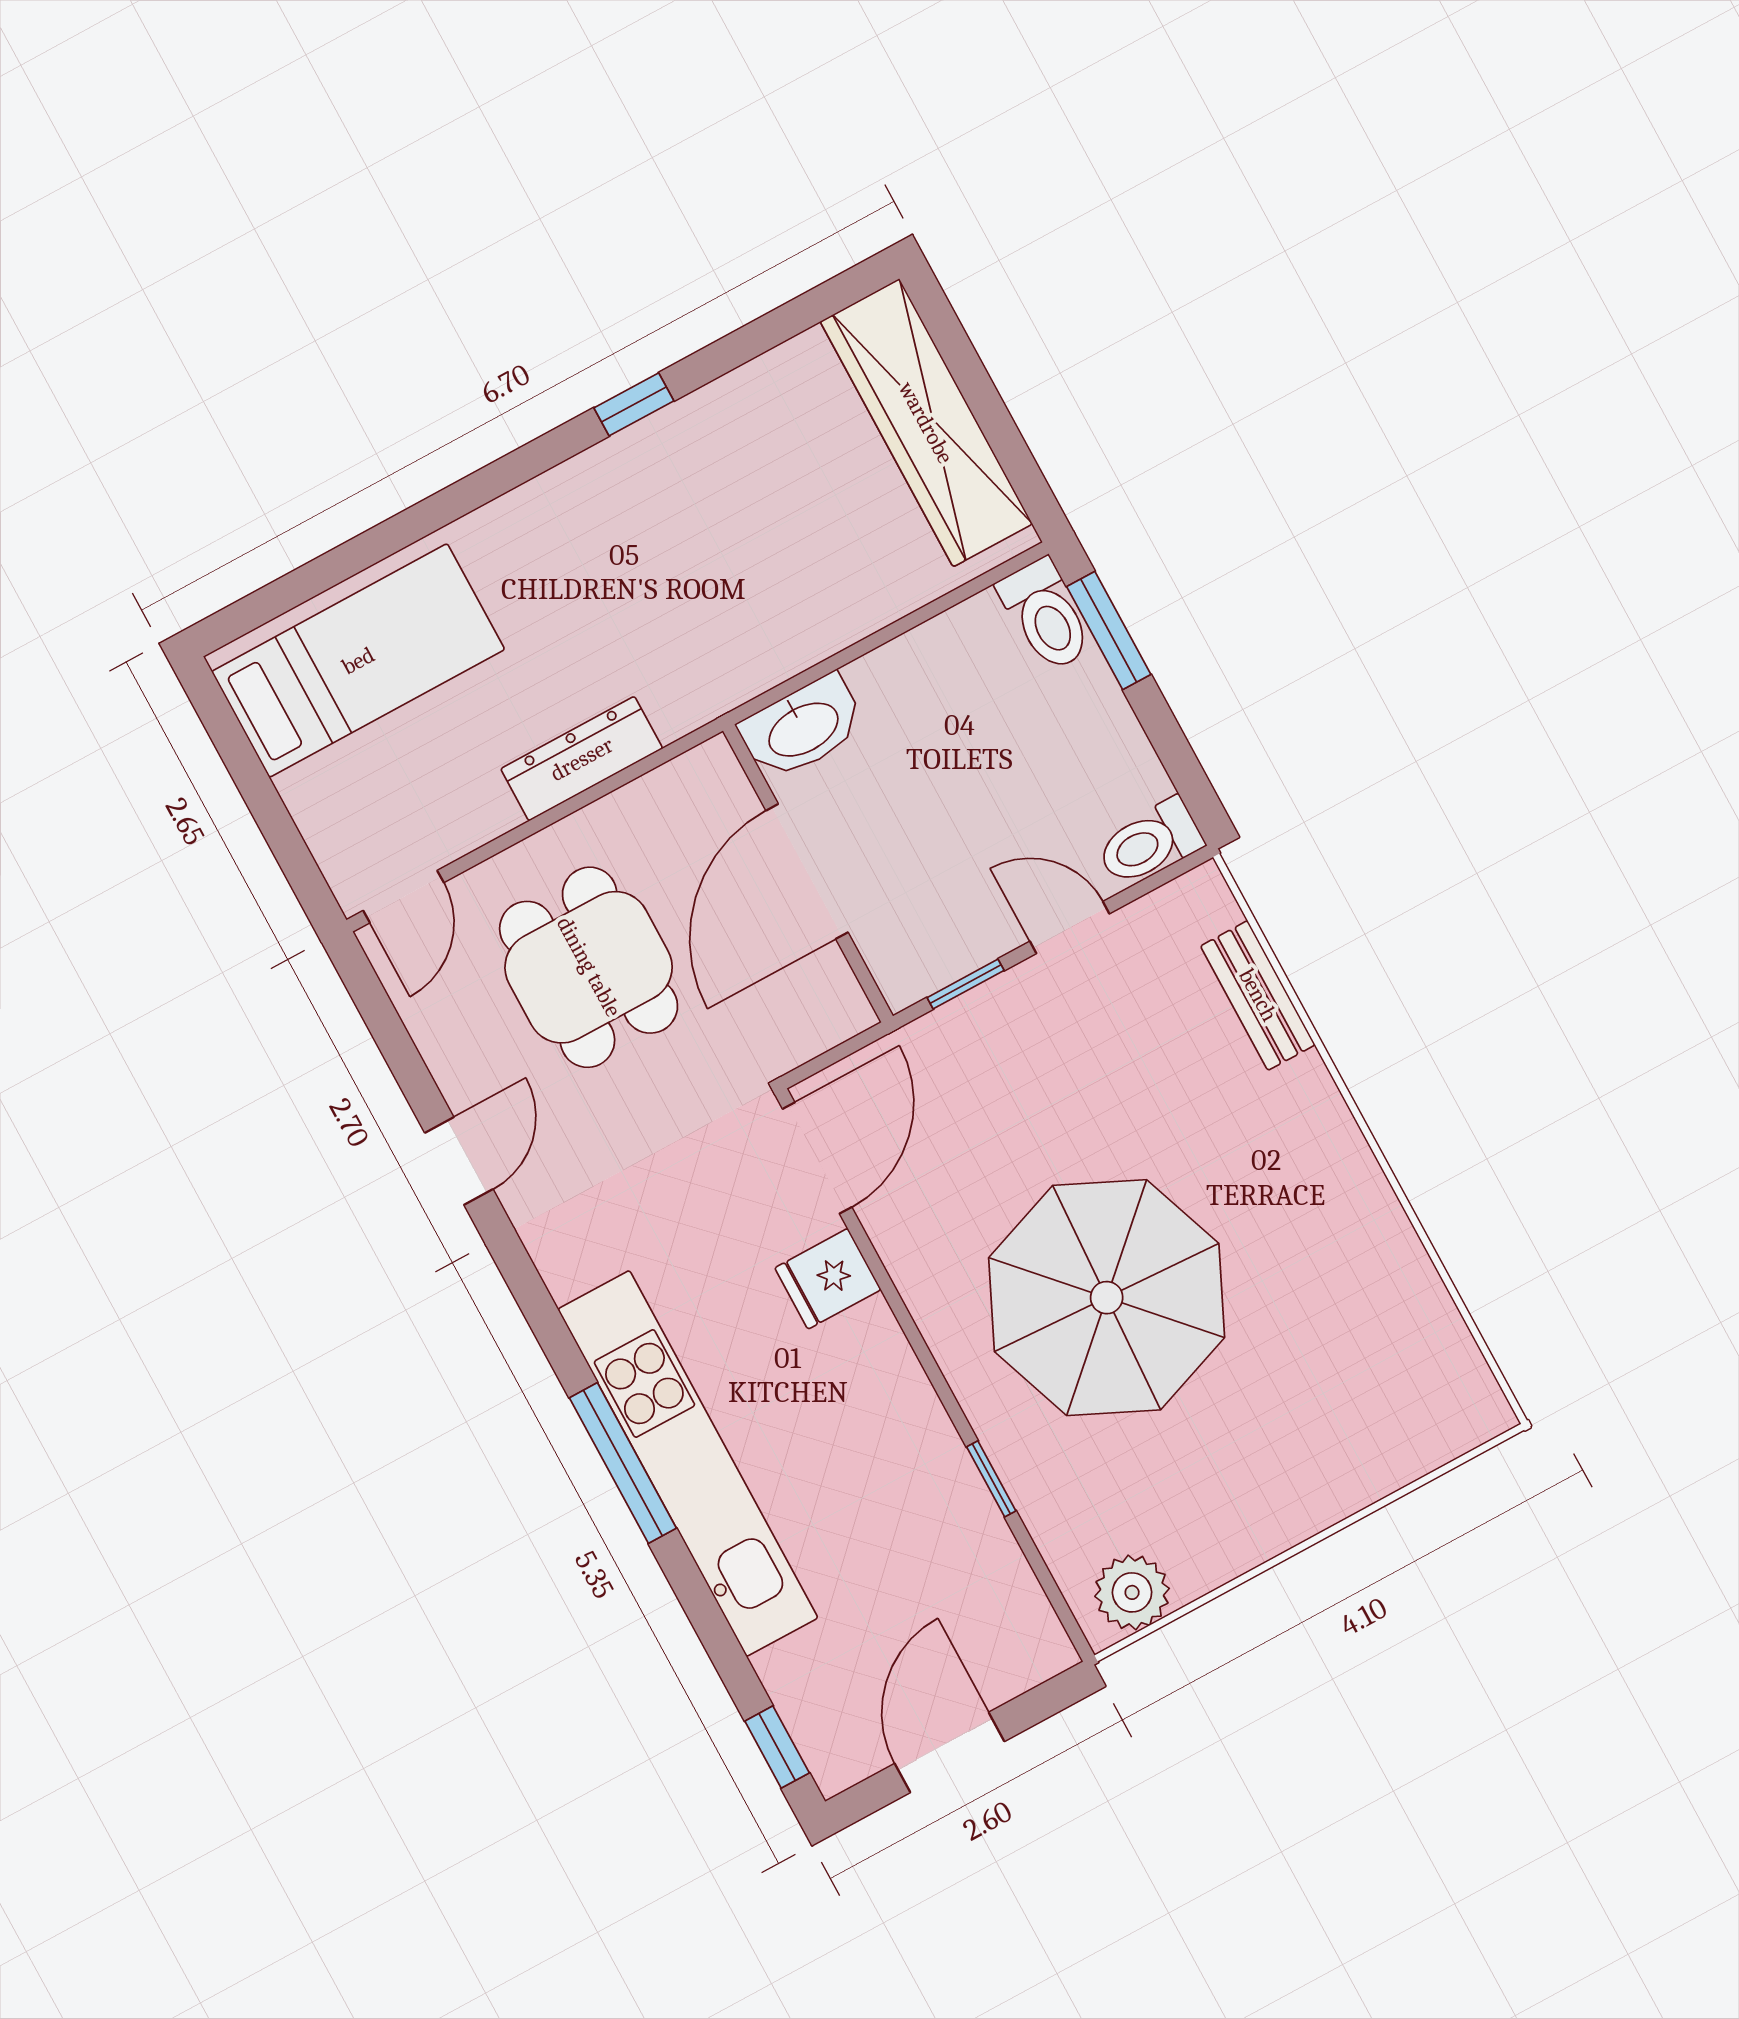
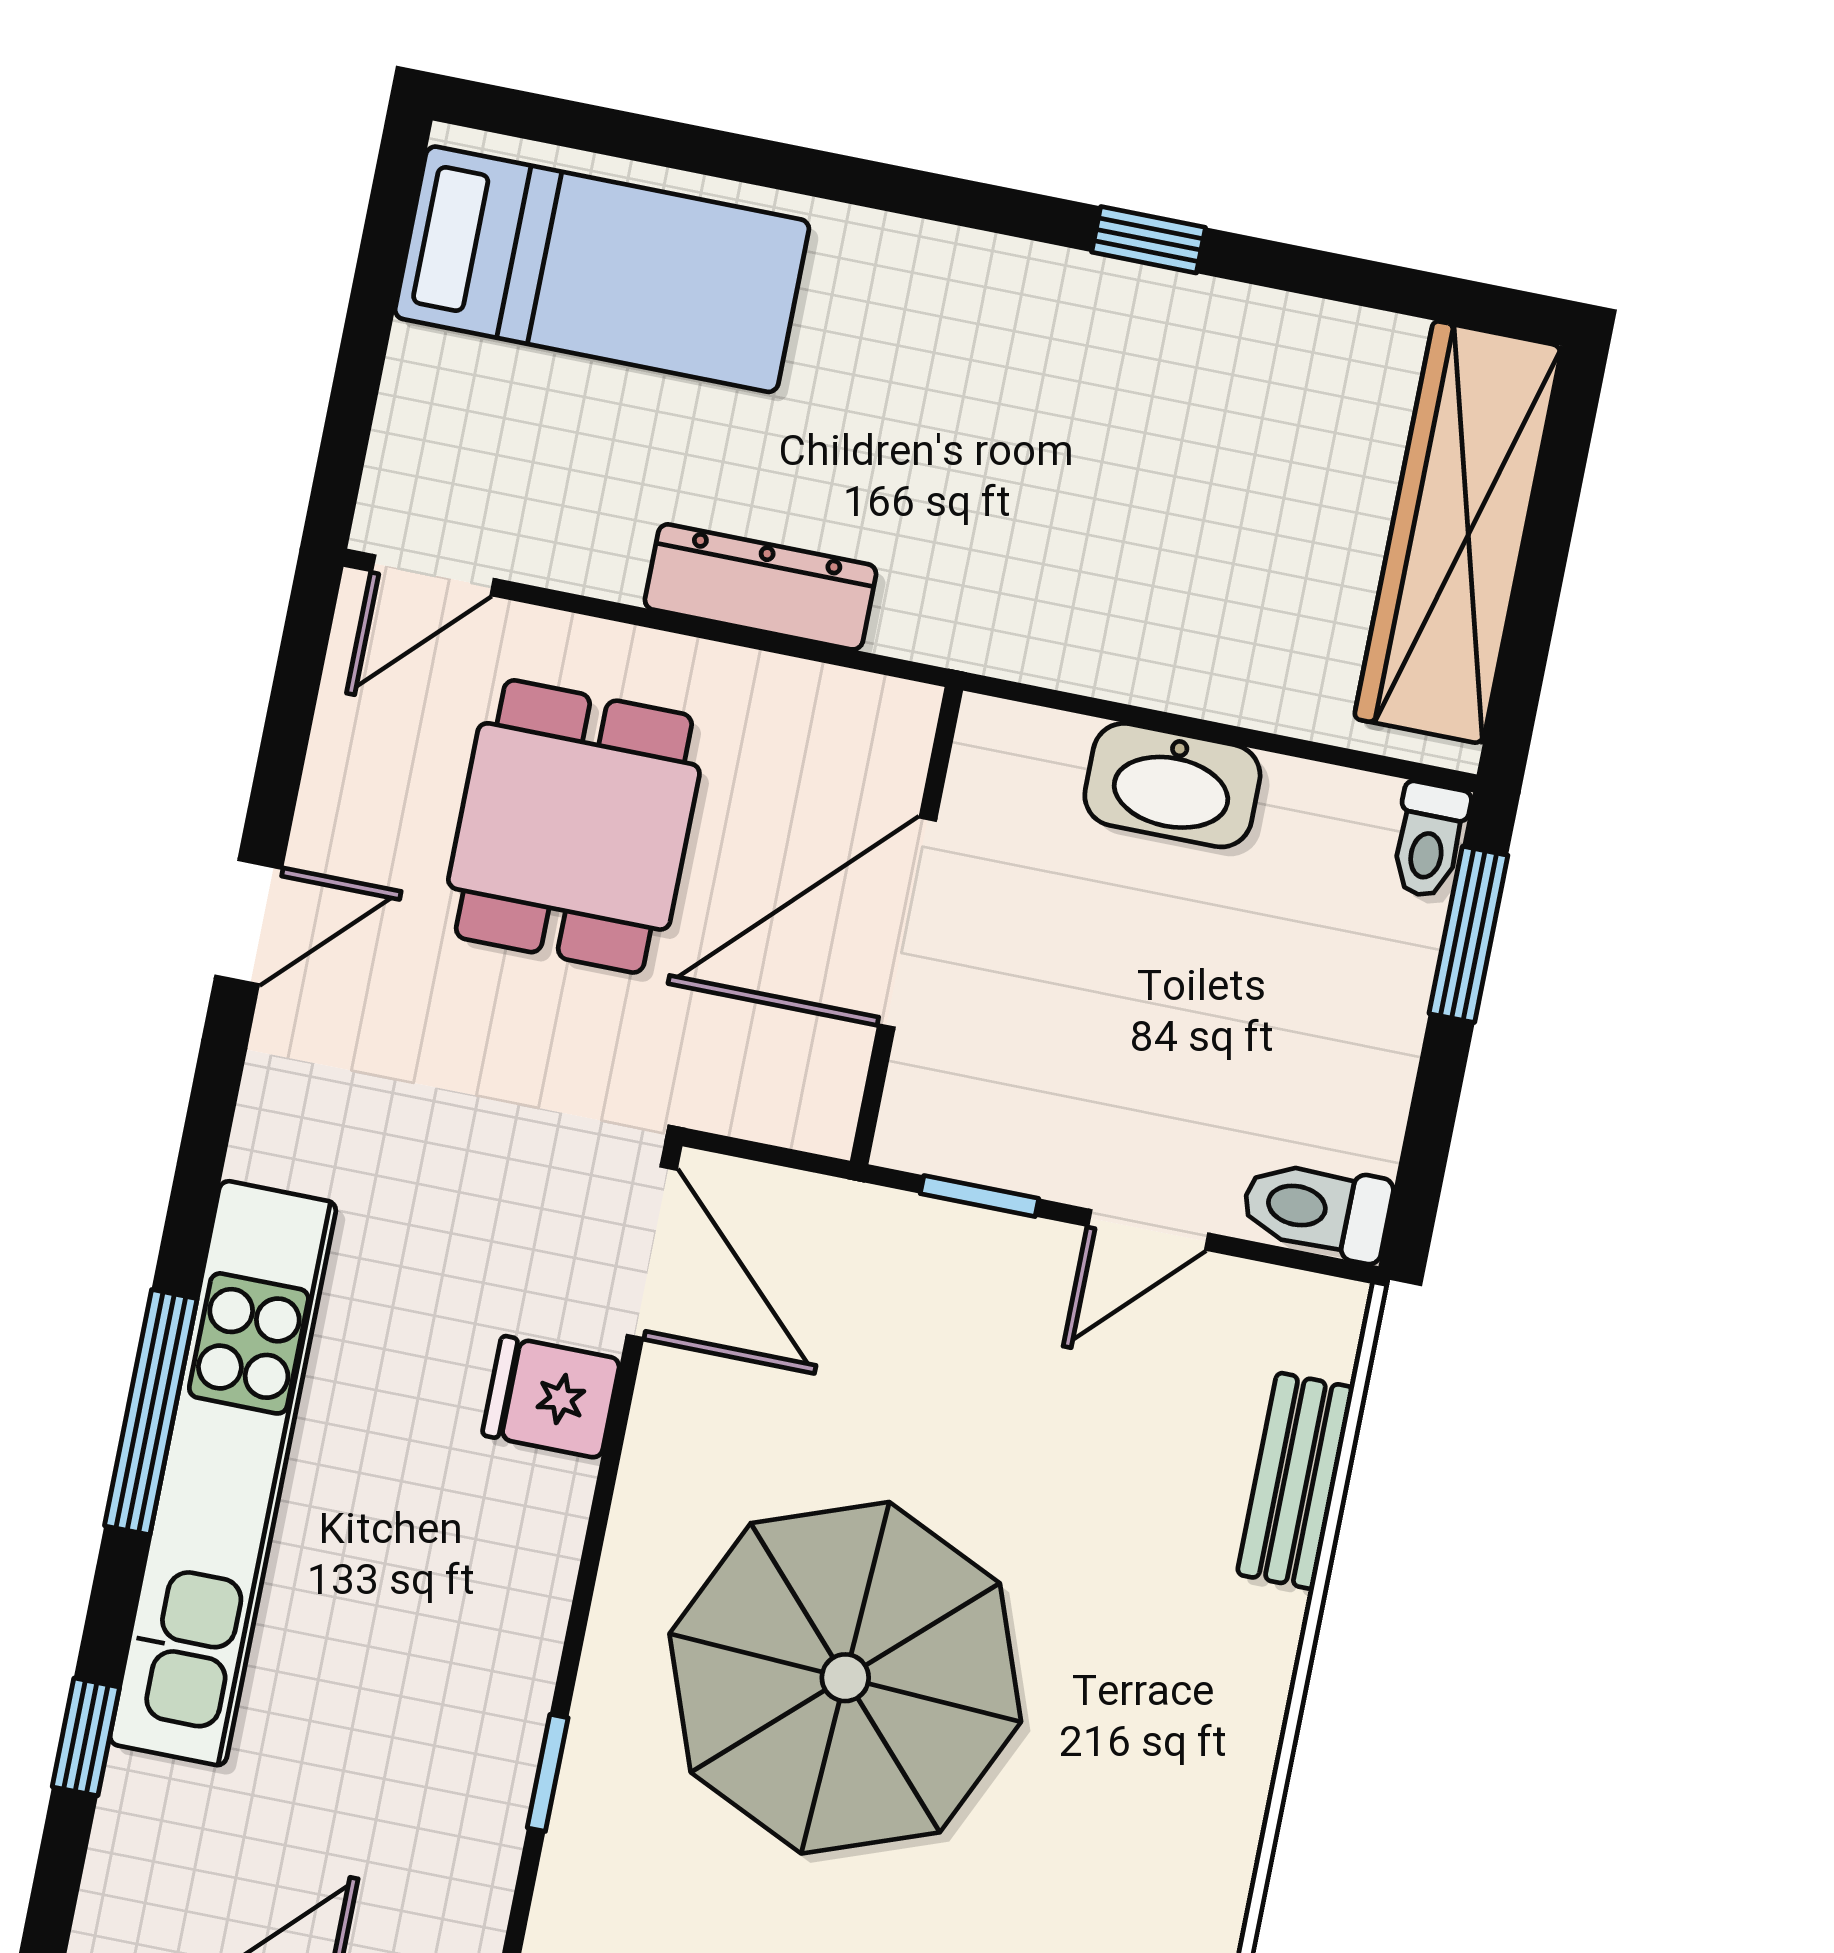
toilet: (1046, 615) -> (1429, 840), width x0.73, depth x0.72
washbasin: (802, 728) -> (1172, 785), moved
door: (1070, 928) -> (1148, 1230), swing flipped
door: (817, 1158) -> (652, 1252), hinge flipped
window: (777, 1747) -> (86, 1737), moved

